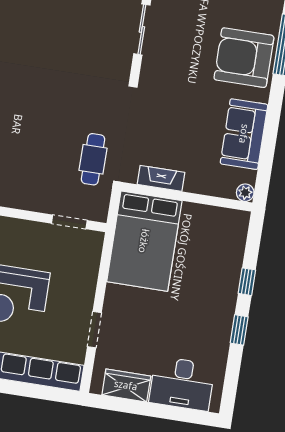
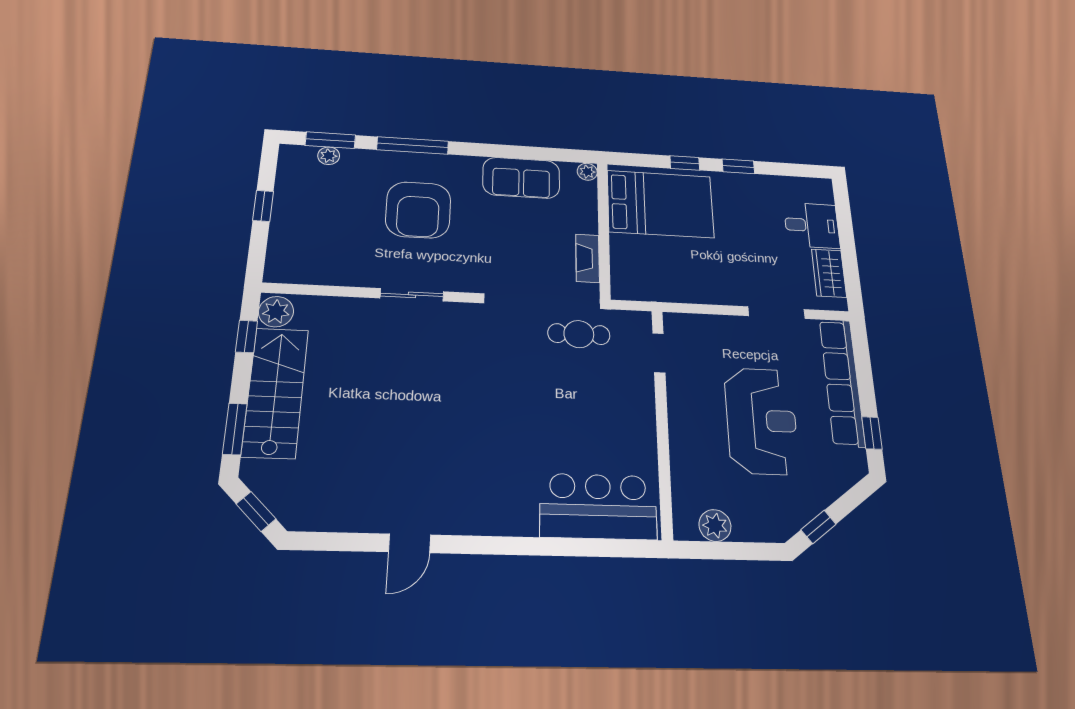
armchair: (244, 58) -> (418, 210), moved
bed: (144, 241) -> (660, 204), moved
doorway: (94, 330) -> (777, 313), width x1.38
desk: (182, 384) -> (812, 225), width x0.73

